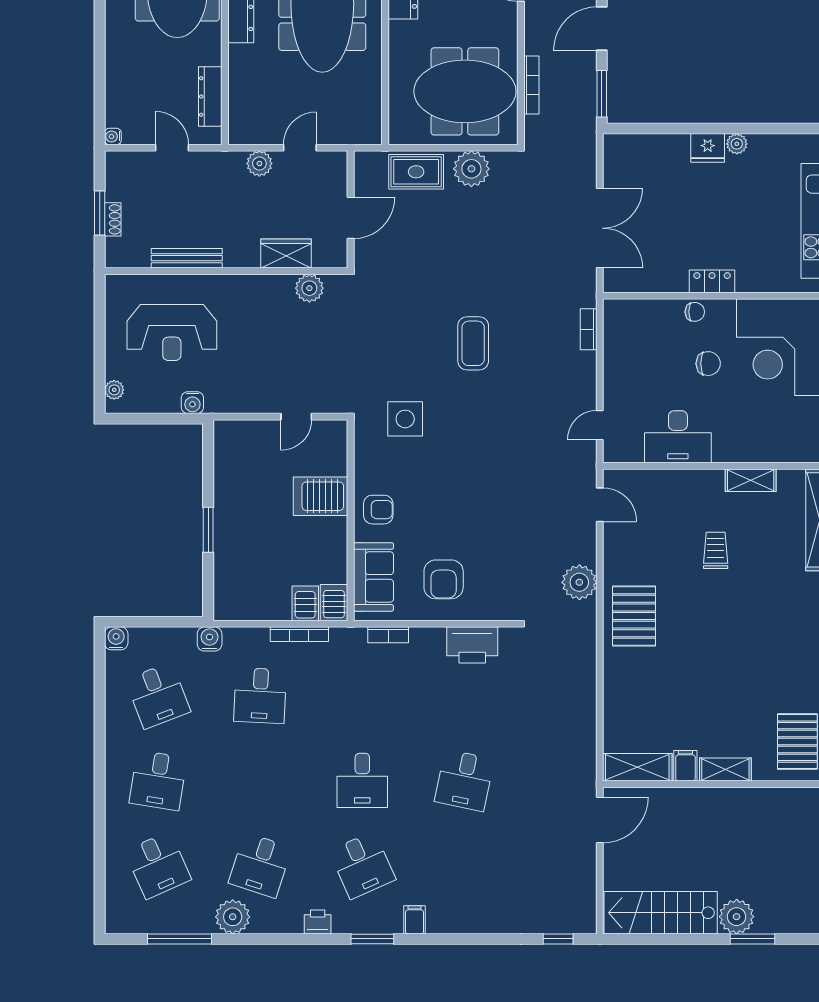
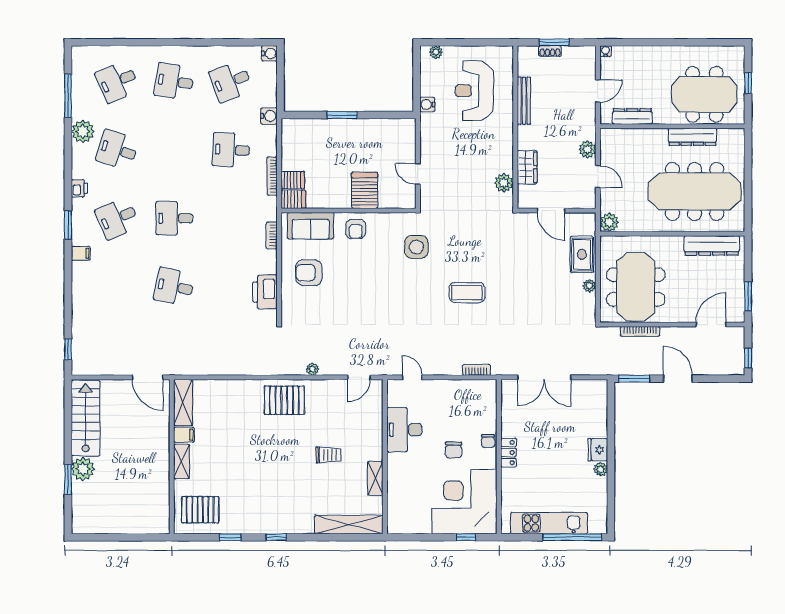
plant: (368, 131) -> (609, 222), added
plant: (471, 169) -> (590, 286), width x0.53, depth x0.53
plant: (579, 582) -> (312, 369), width x0.53, depth x0.53

